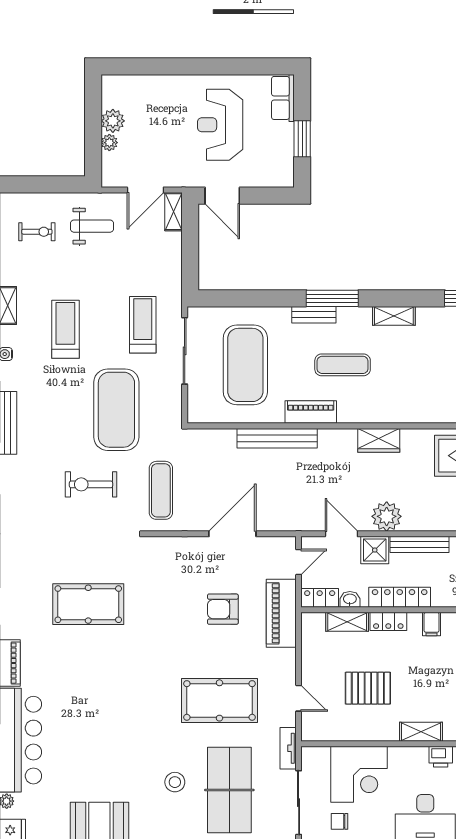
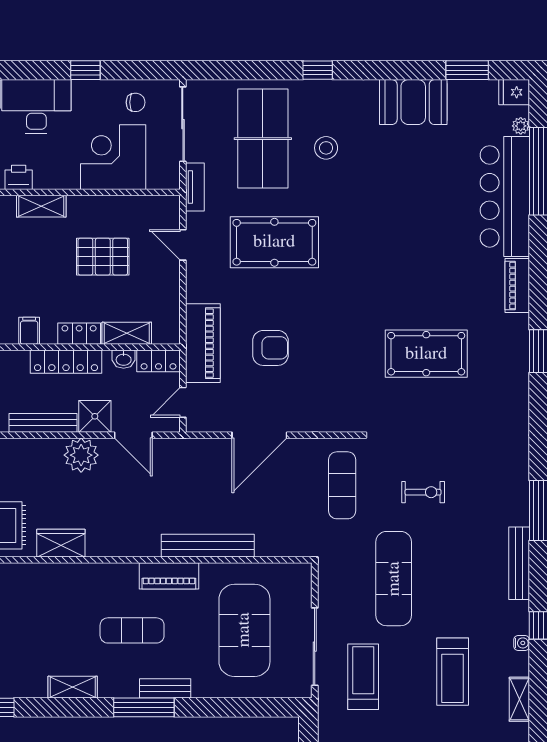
treadmill: (143, 325) -> (363, 677), turned 180
exercise mat: (116, 410) -> (394, 579), width x0.68
wardrobe: (379, 440) -> (61, 543), moved
exercise bike: (91, 484) -> (423, 492), width x0.73, depth x0.72

